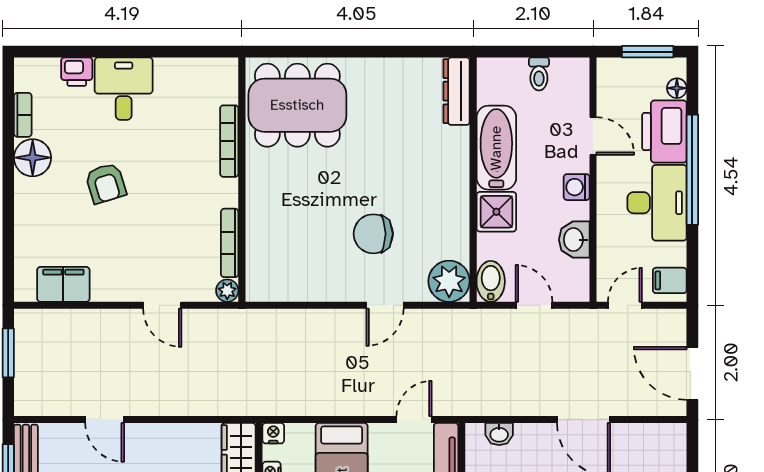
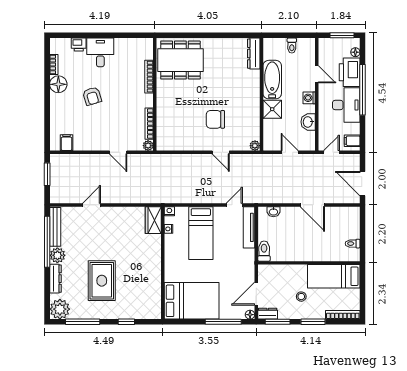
plant: (449, 281) -> (255, 146), width x0.53, depth x0.53
bidet: (491, 281) -> (270, 141), removed
filing cabinet: (63, 284) -> (67, 143), width x0.50
door: (385, 305) -> (221, 152), hinge flipped
door: (105, 419) -> (92, 205), swing flipped

